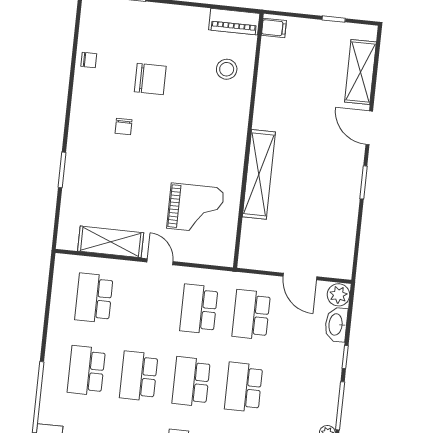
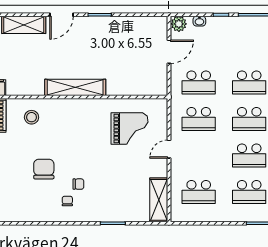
chair: (89, 60) -> (67, 201), moved
shelving: (259, 174) -> (75, 87), moved
grand piano: (196, 208) -> (129, 129), turned 90
shelving: (111, 242) -> (159, 200), moved
washbasin: (336, 325) -> (199, 21), width x0.52, depth x0.69

